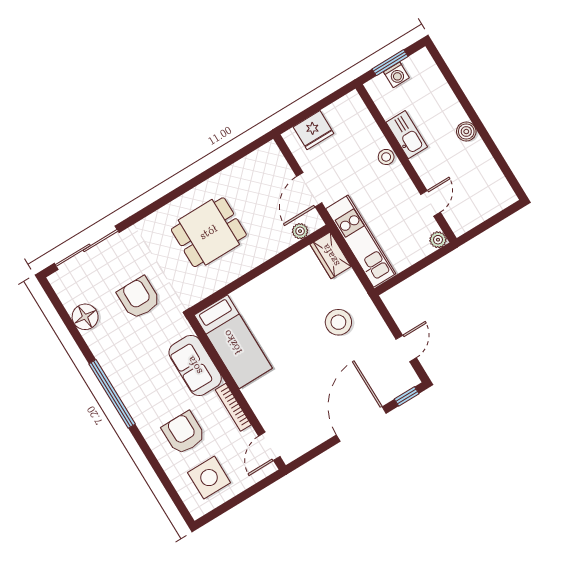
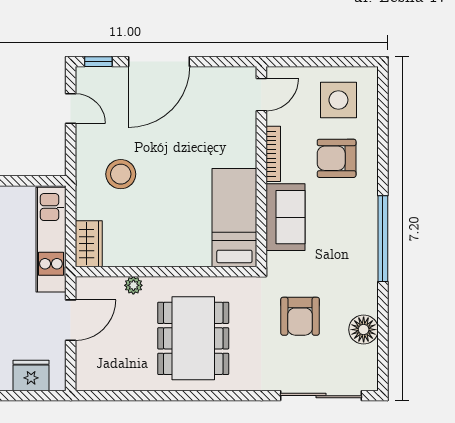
plant: (300, 231) -> (133, 285), moved
dining table: (209, 232) -> (193, 338), width x1.38
door: (406, 348) -> (71, 109), swing flipped
armchair: (184, 433) -> (337, 158), turned 90

